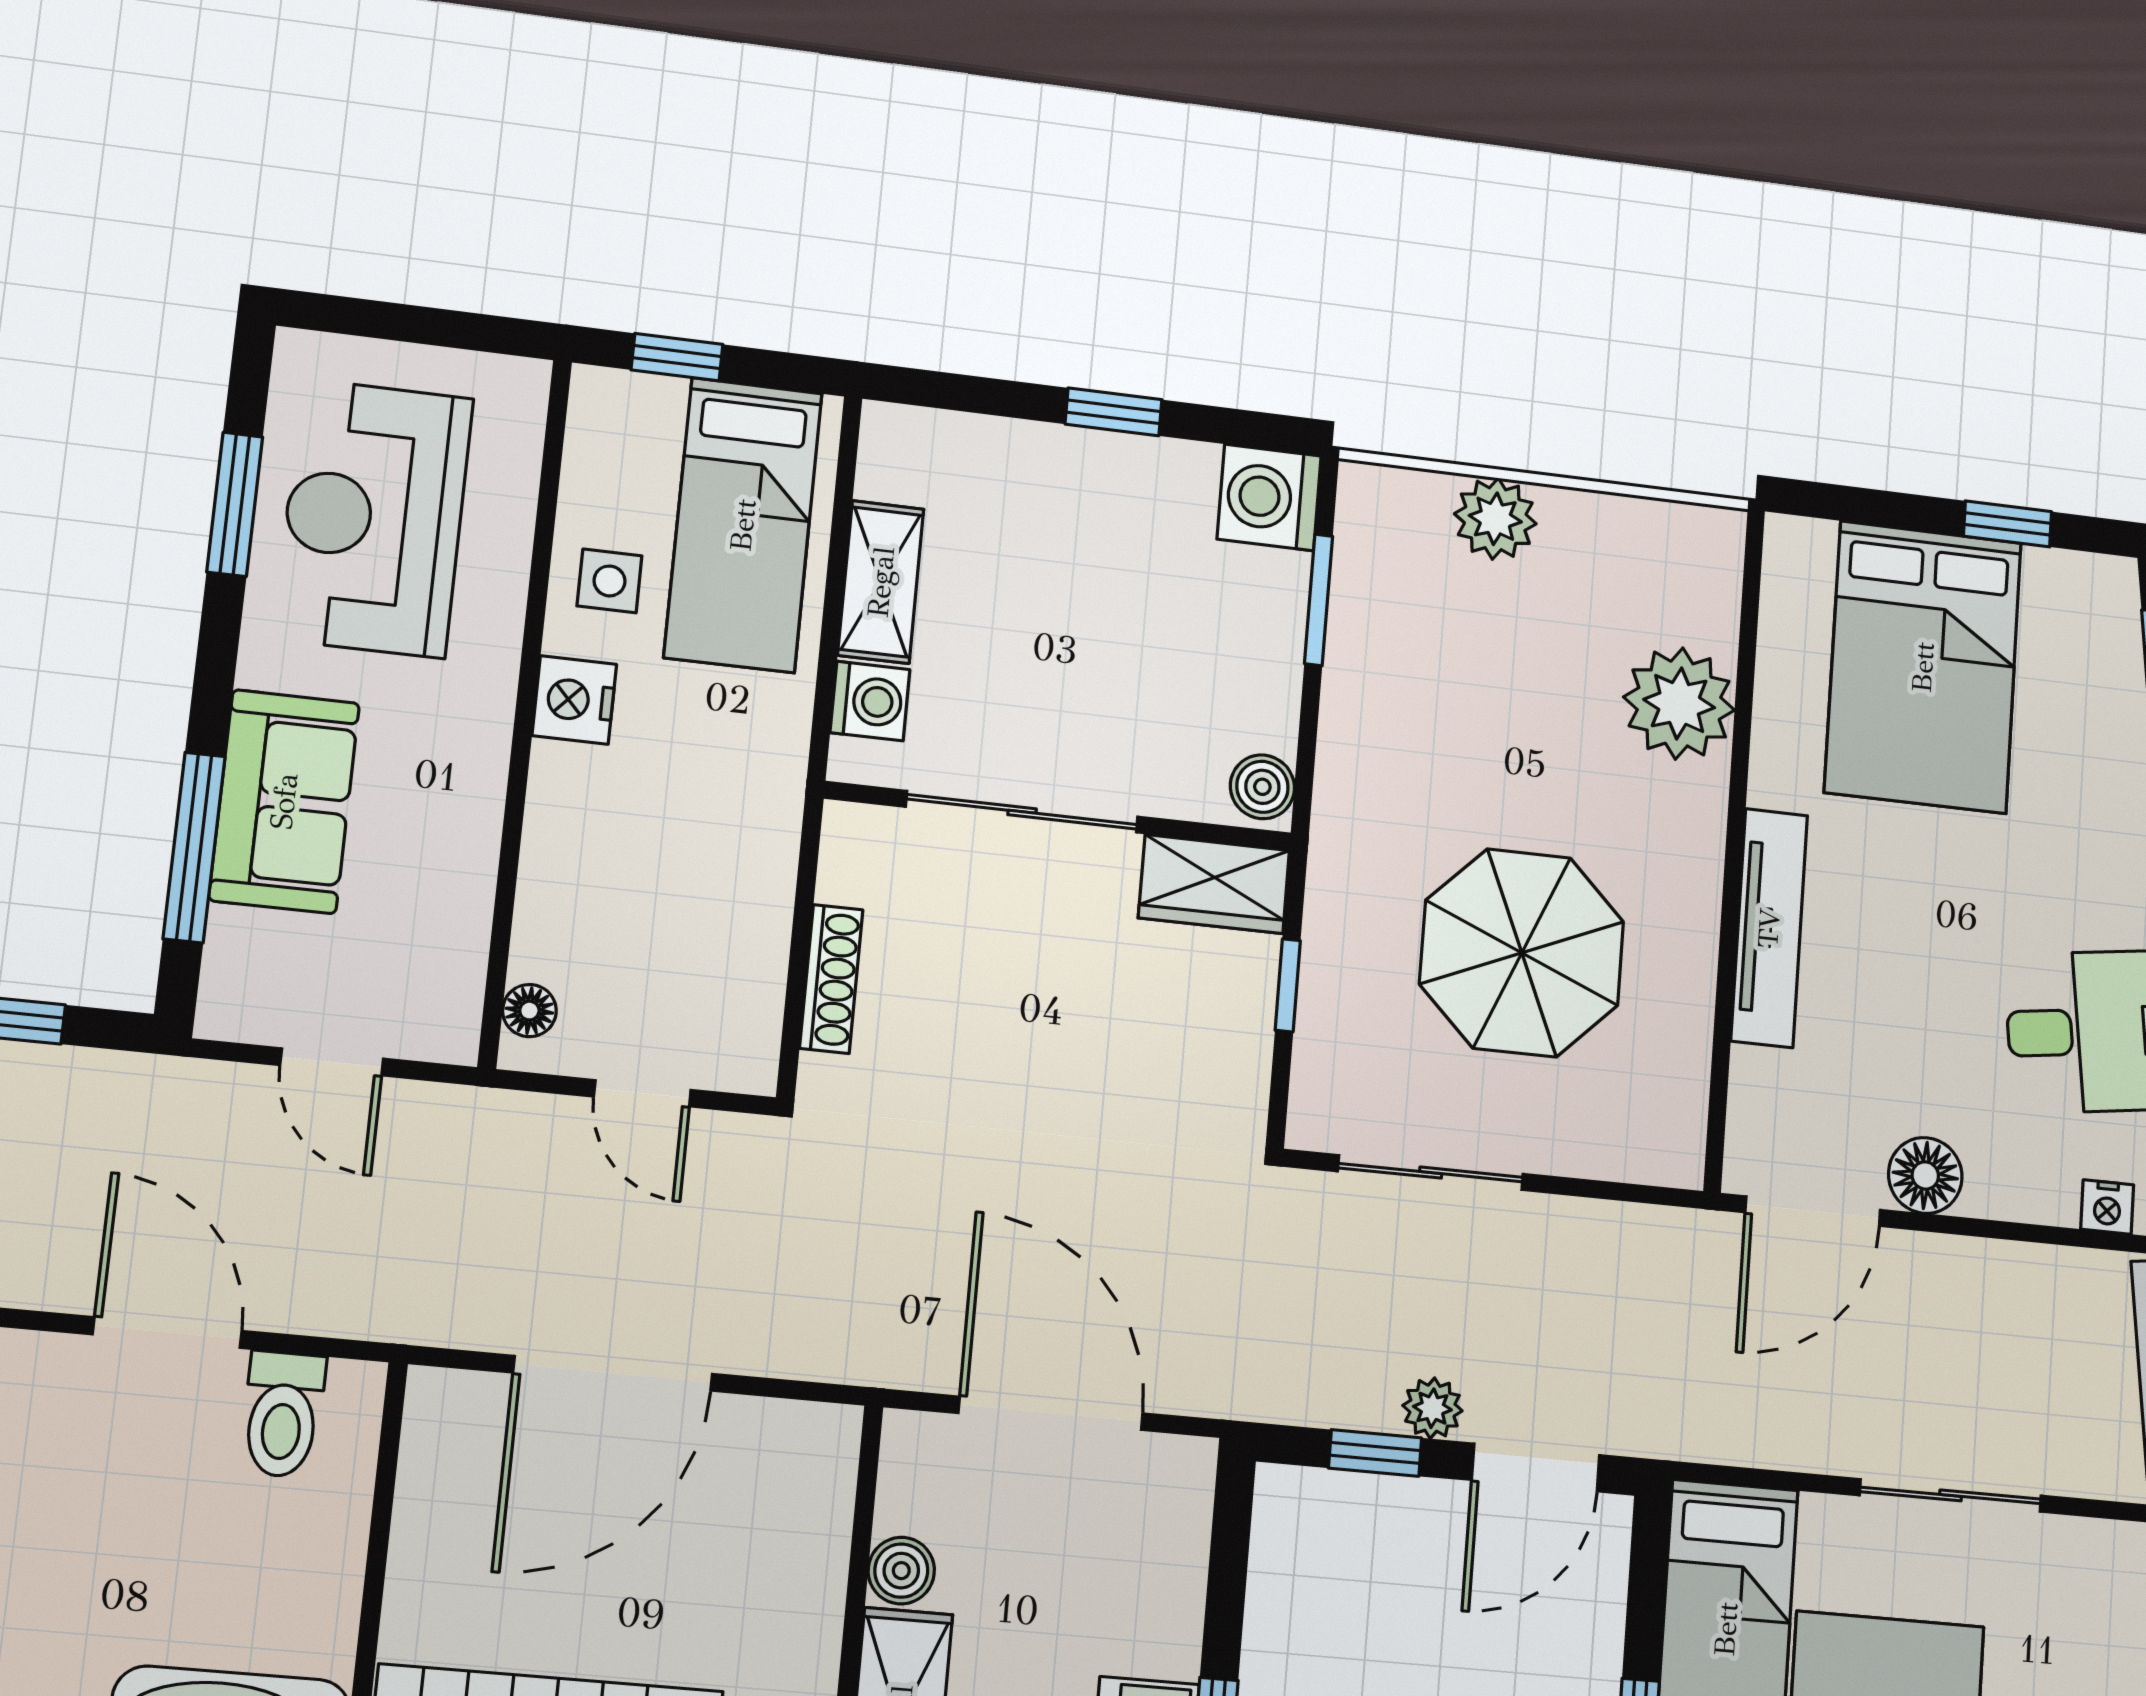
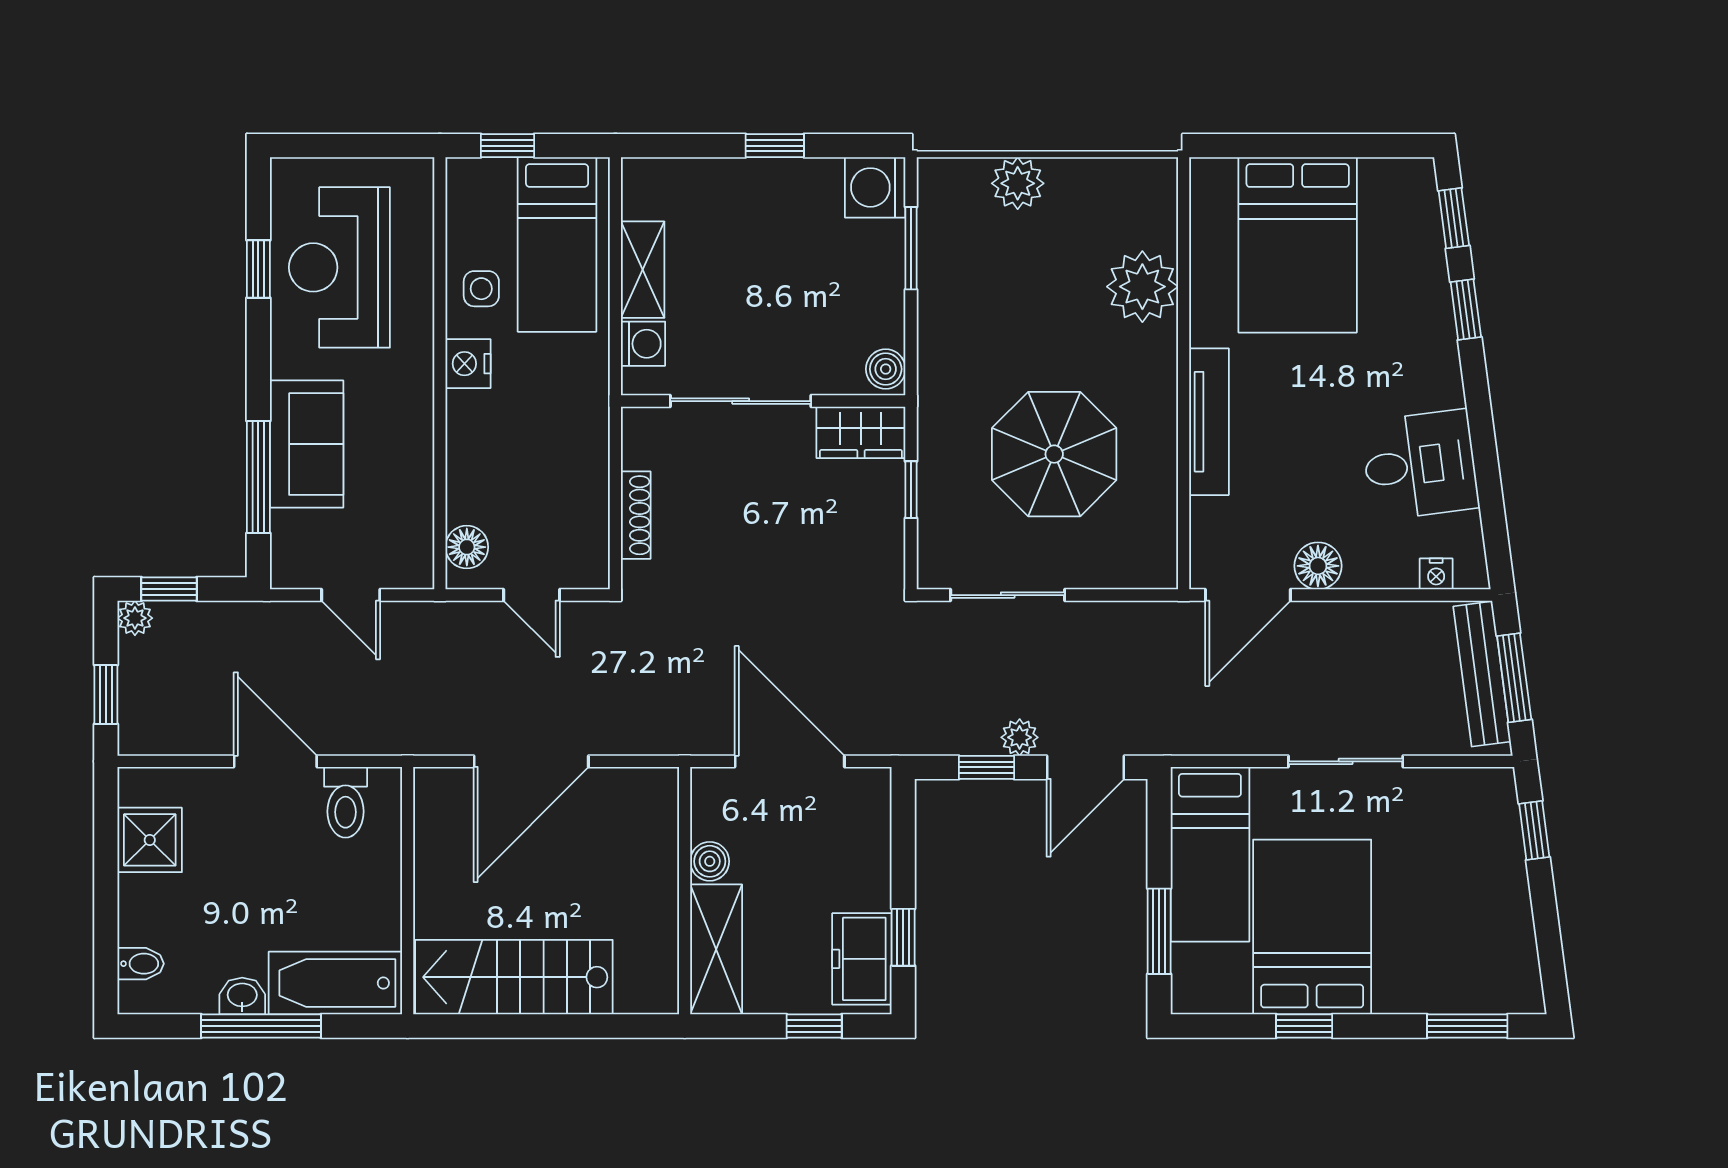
window: (235, 504) -> (258, 269), width x0.67
window: (2008, 524) -> (1347, 146), removed
floor lamp: (529, 1011) -> (467, 547), width x1.37, depth x1.37

